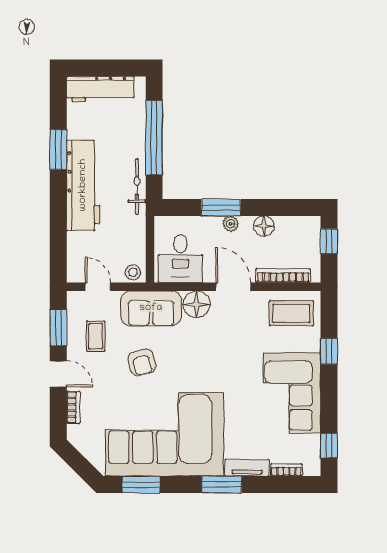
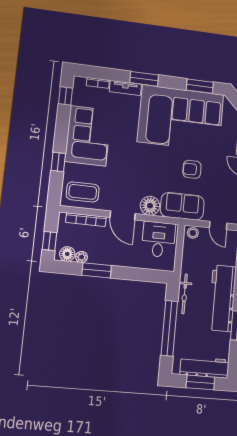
window: (104, 68) -> (200, 382), added
window: (221, 208) -> (97, 270), moved
plant: (231, 224) -> (82, 257), moved
floor lamp: (264, 226) -> (67, 254), moved
coffee table: (96, 336) -> (222, 191), removed
armchair: (142, 362) -> (192, 169), turned -75

